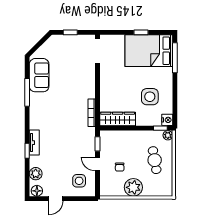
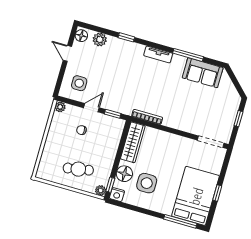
floor lamp: (147, 119) -> (124, 174), added
tv unit: (34, 143) -> (158, 54), moved
plant: (133, 187) -> (60, 107), moved, width x0.53, depth x0.53

